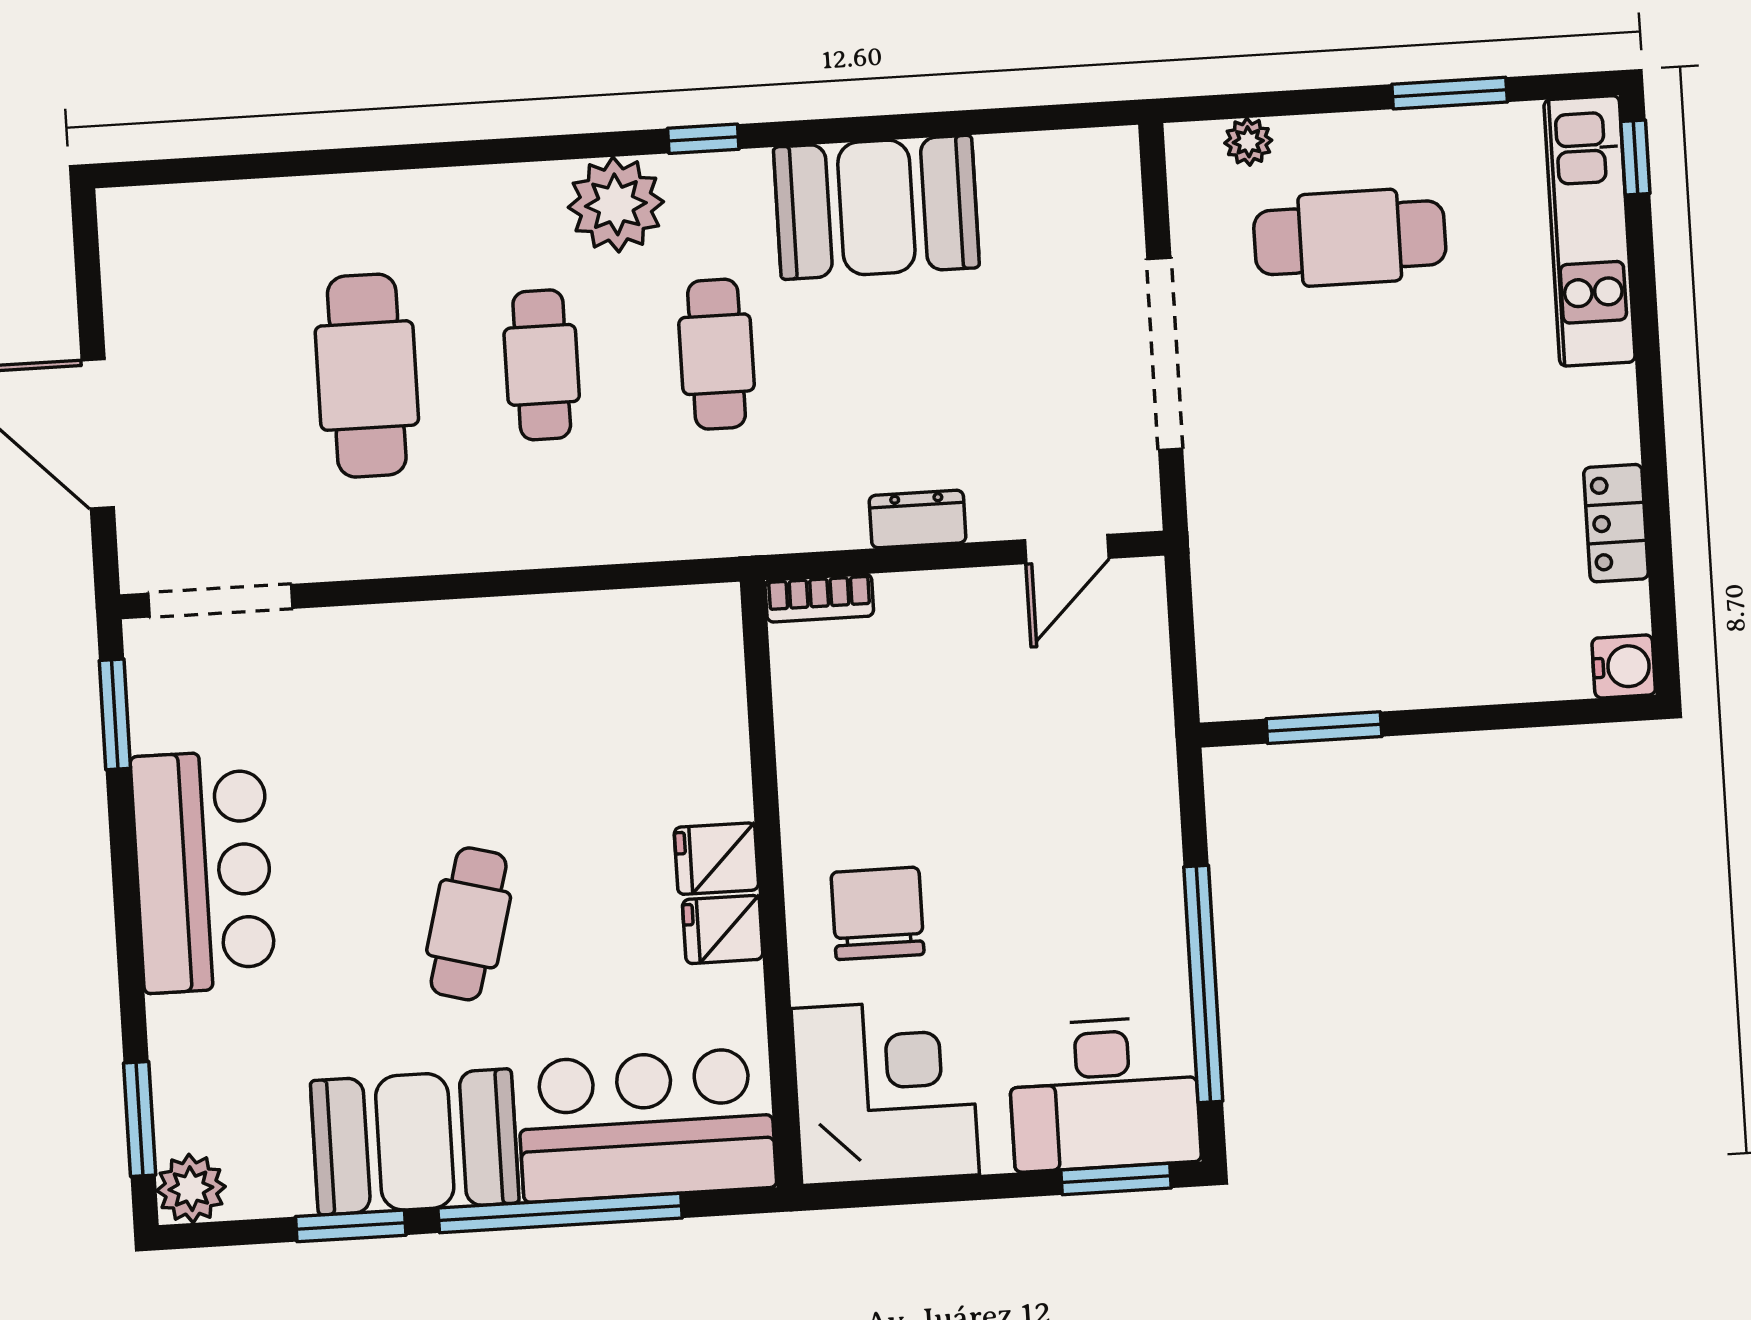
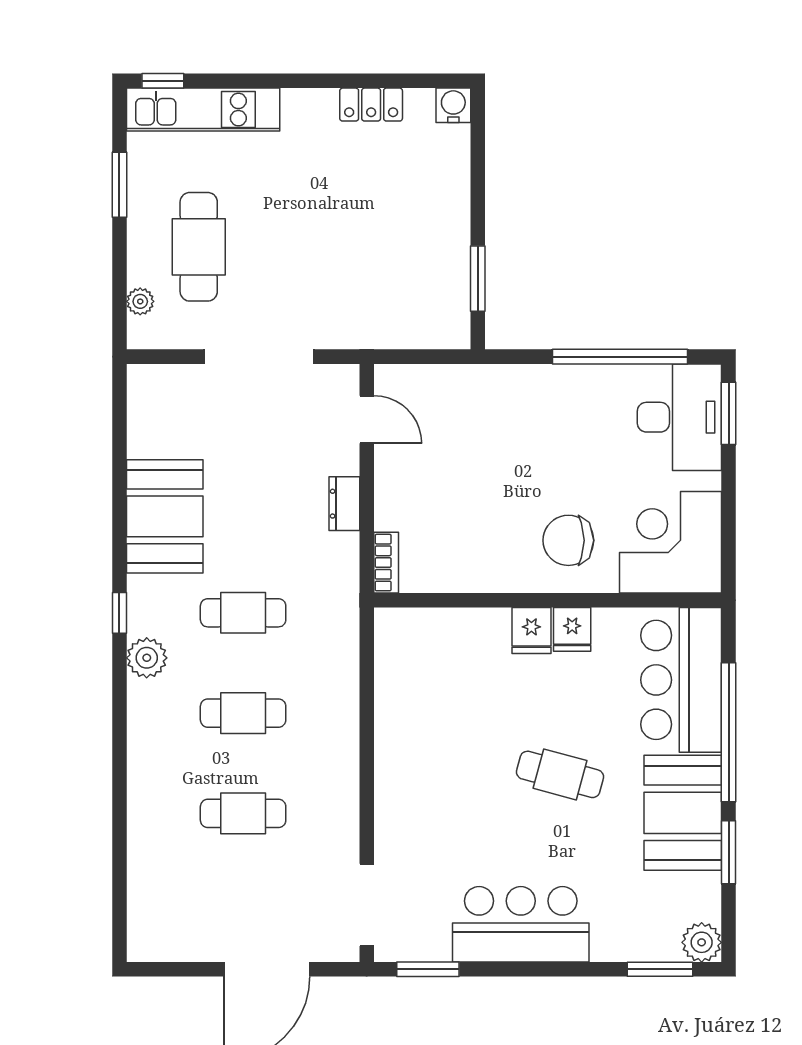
plant: (616, 204) -> (147, 658), width x0.73, depth x0.73
cafe table: (367, 376) -> (243, 813), width x0.73, depth x0.74

